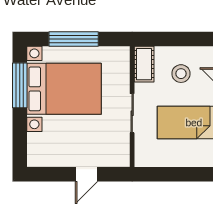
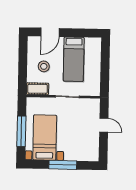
window: (20, 85) -> (63, 165), moved
bed with nightstands: (64, 89) -> (45, 138), width x0.73

